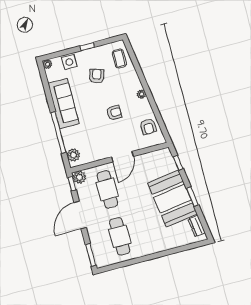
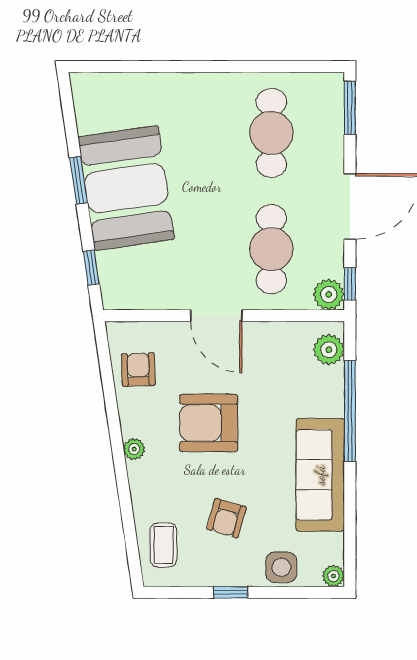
armchair: (114, 113) -> (209, 423), width x1.88, depth x1.88
door: (122, 157) -> (216, 316), swing flipped
dresser: (197, 226) -> (87, 110), removed

